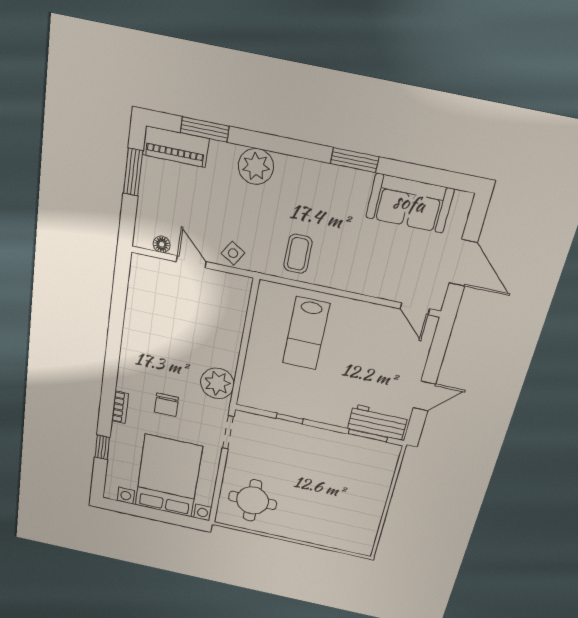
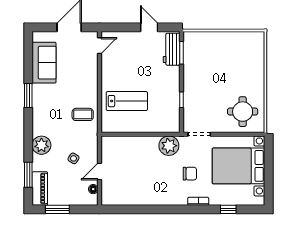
side table: (233, 253) -> (74, 158), moved

